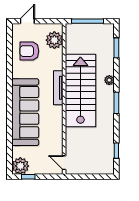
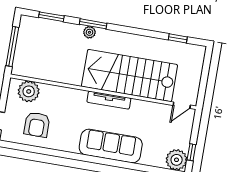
tv unit: (58, 88) -> (109, 100), moved
stairs: (80, 91) -> (130, 76), moved
window: (116, 103) -> (93, 24), moved
sofa: (25, 112) -> (111, 146), width x0.74, depth x0.79

